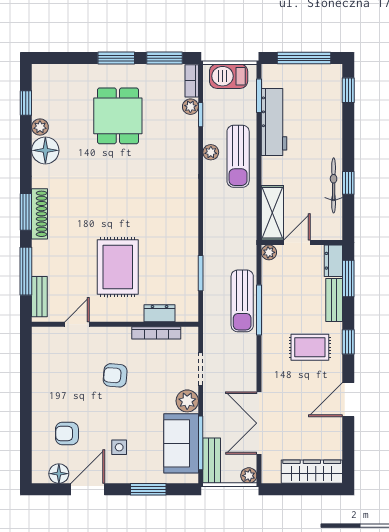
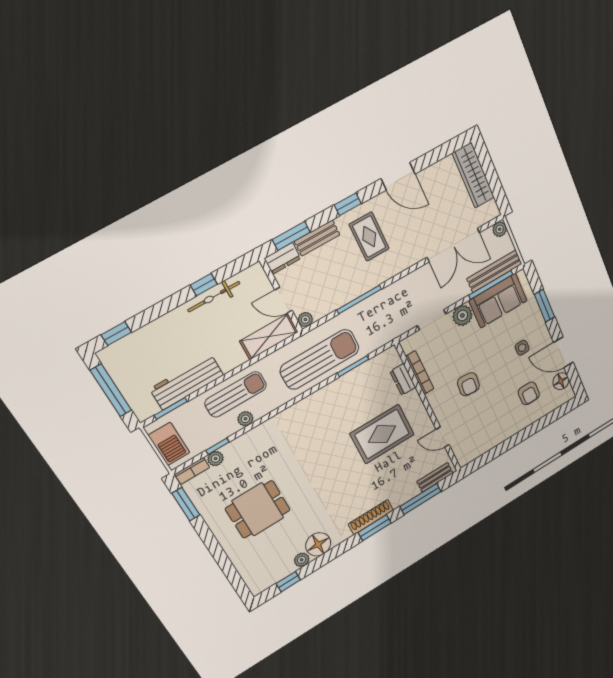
window: (116, 58) -> (210, 540), removed
sun lounger: (242, 301) -> (320, 359), moved, width x1.36, depth x1.34
bench: (212, 461) -> (494, 271), width x1.36

